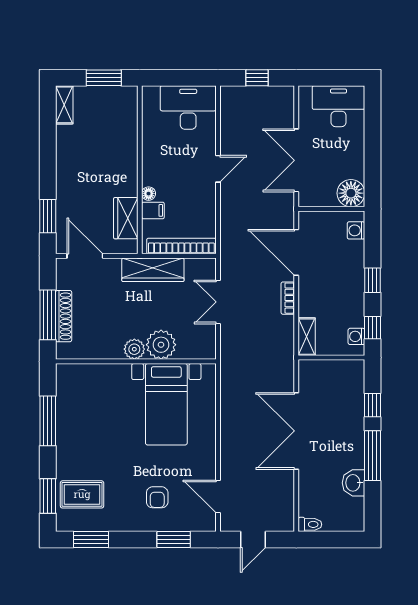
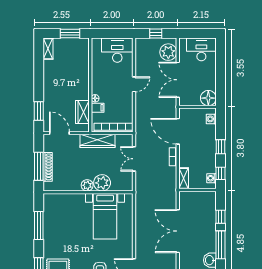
plant: (279, 111) -> (168, 52), added

